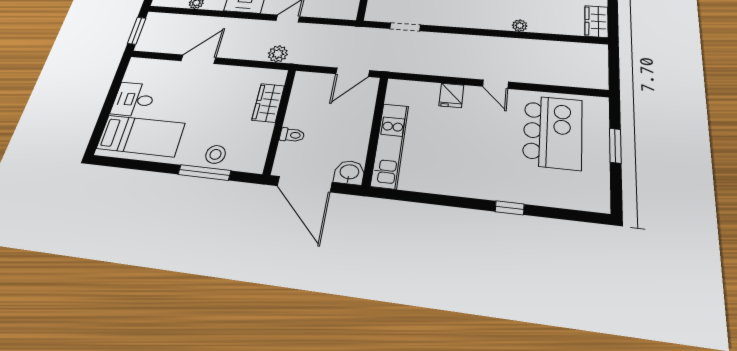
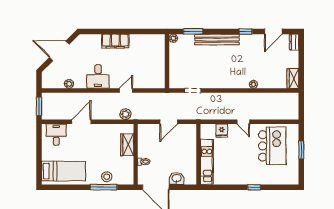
desk: (134, 100) -> (56, 135), moved, turned 90
wall: (375, 130) -> (198, 154), moved
kitchen unit: (390, 145) -> (207, 162), moved

